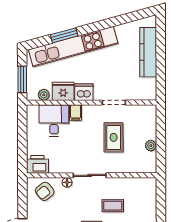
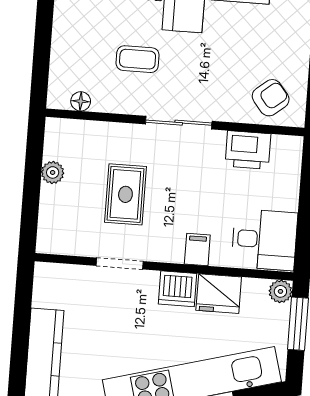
plant: (44, 95) -> (280, 291), moved
desk: (54, 121) -> (264, 240), moved, turned -90
printer: (37, 164) -> (248, 150), moved
floor lamp: (67, 182) -> (81, 101), moved

